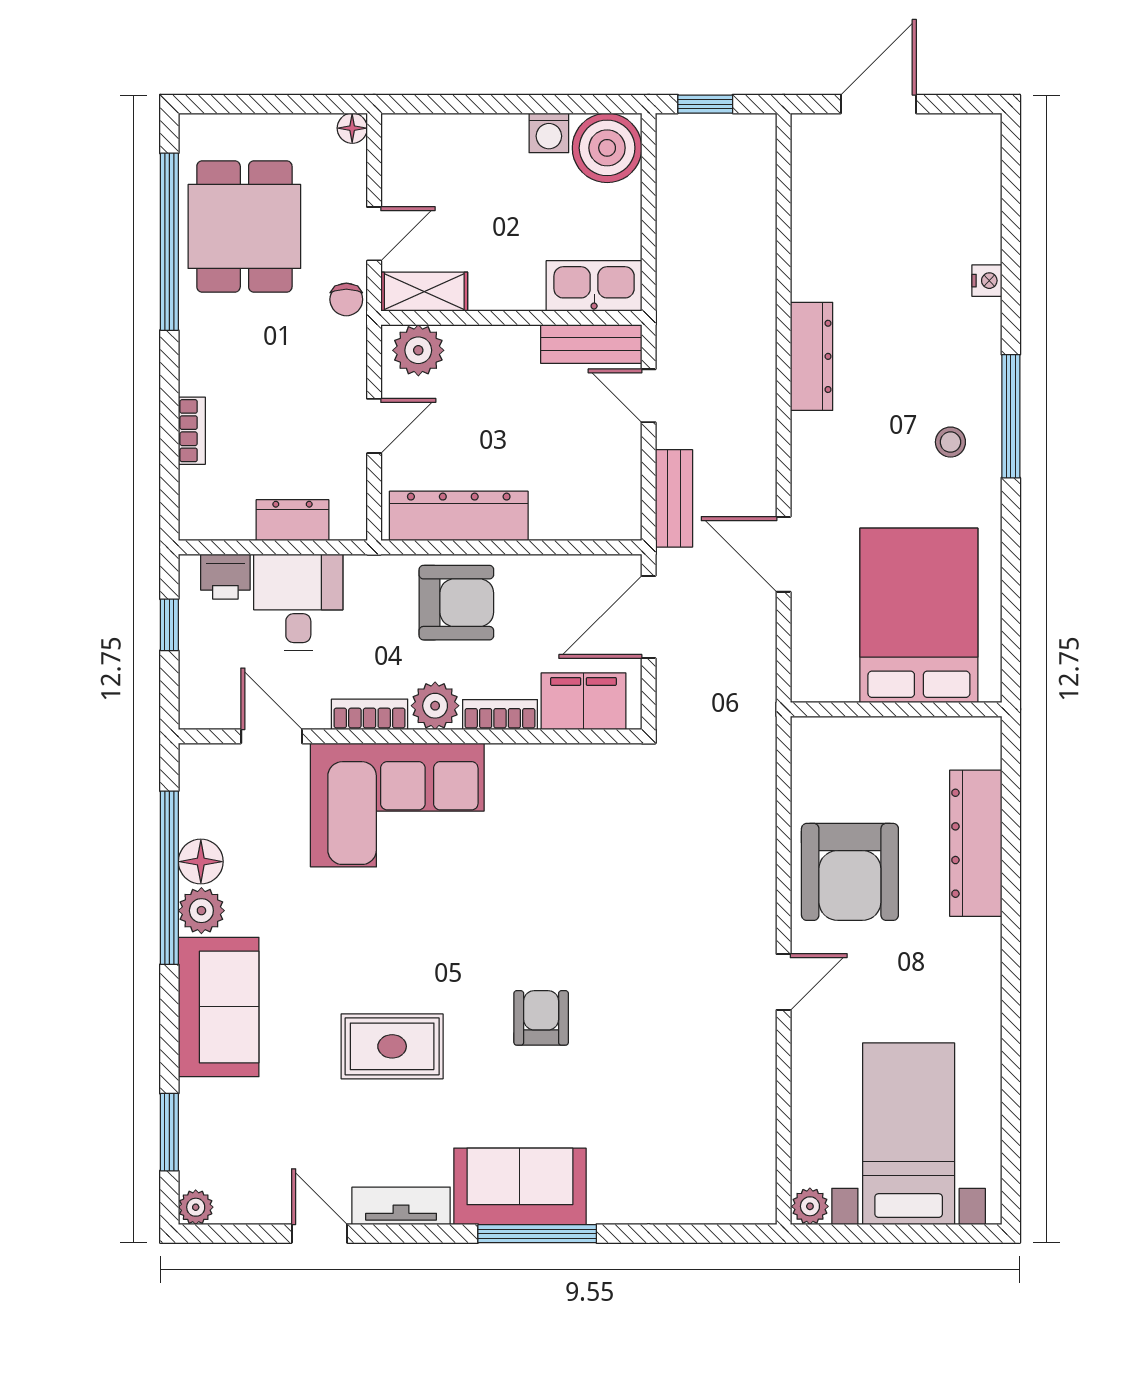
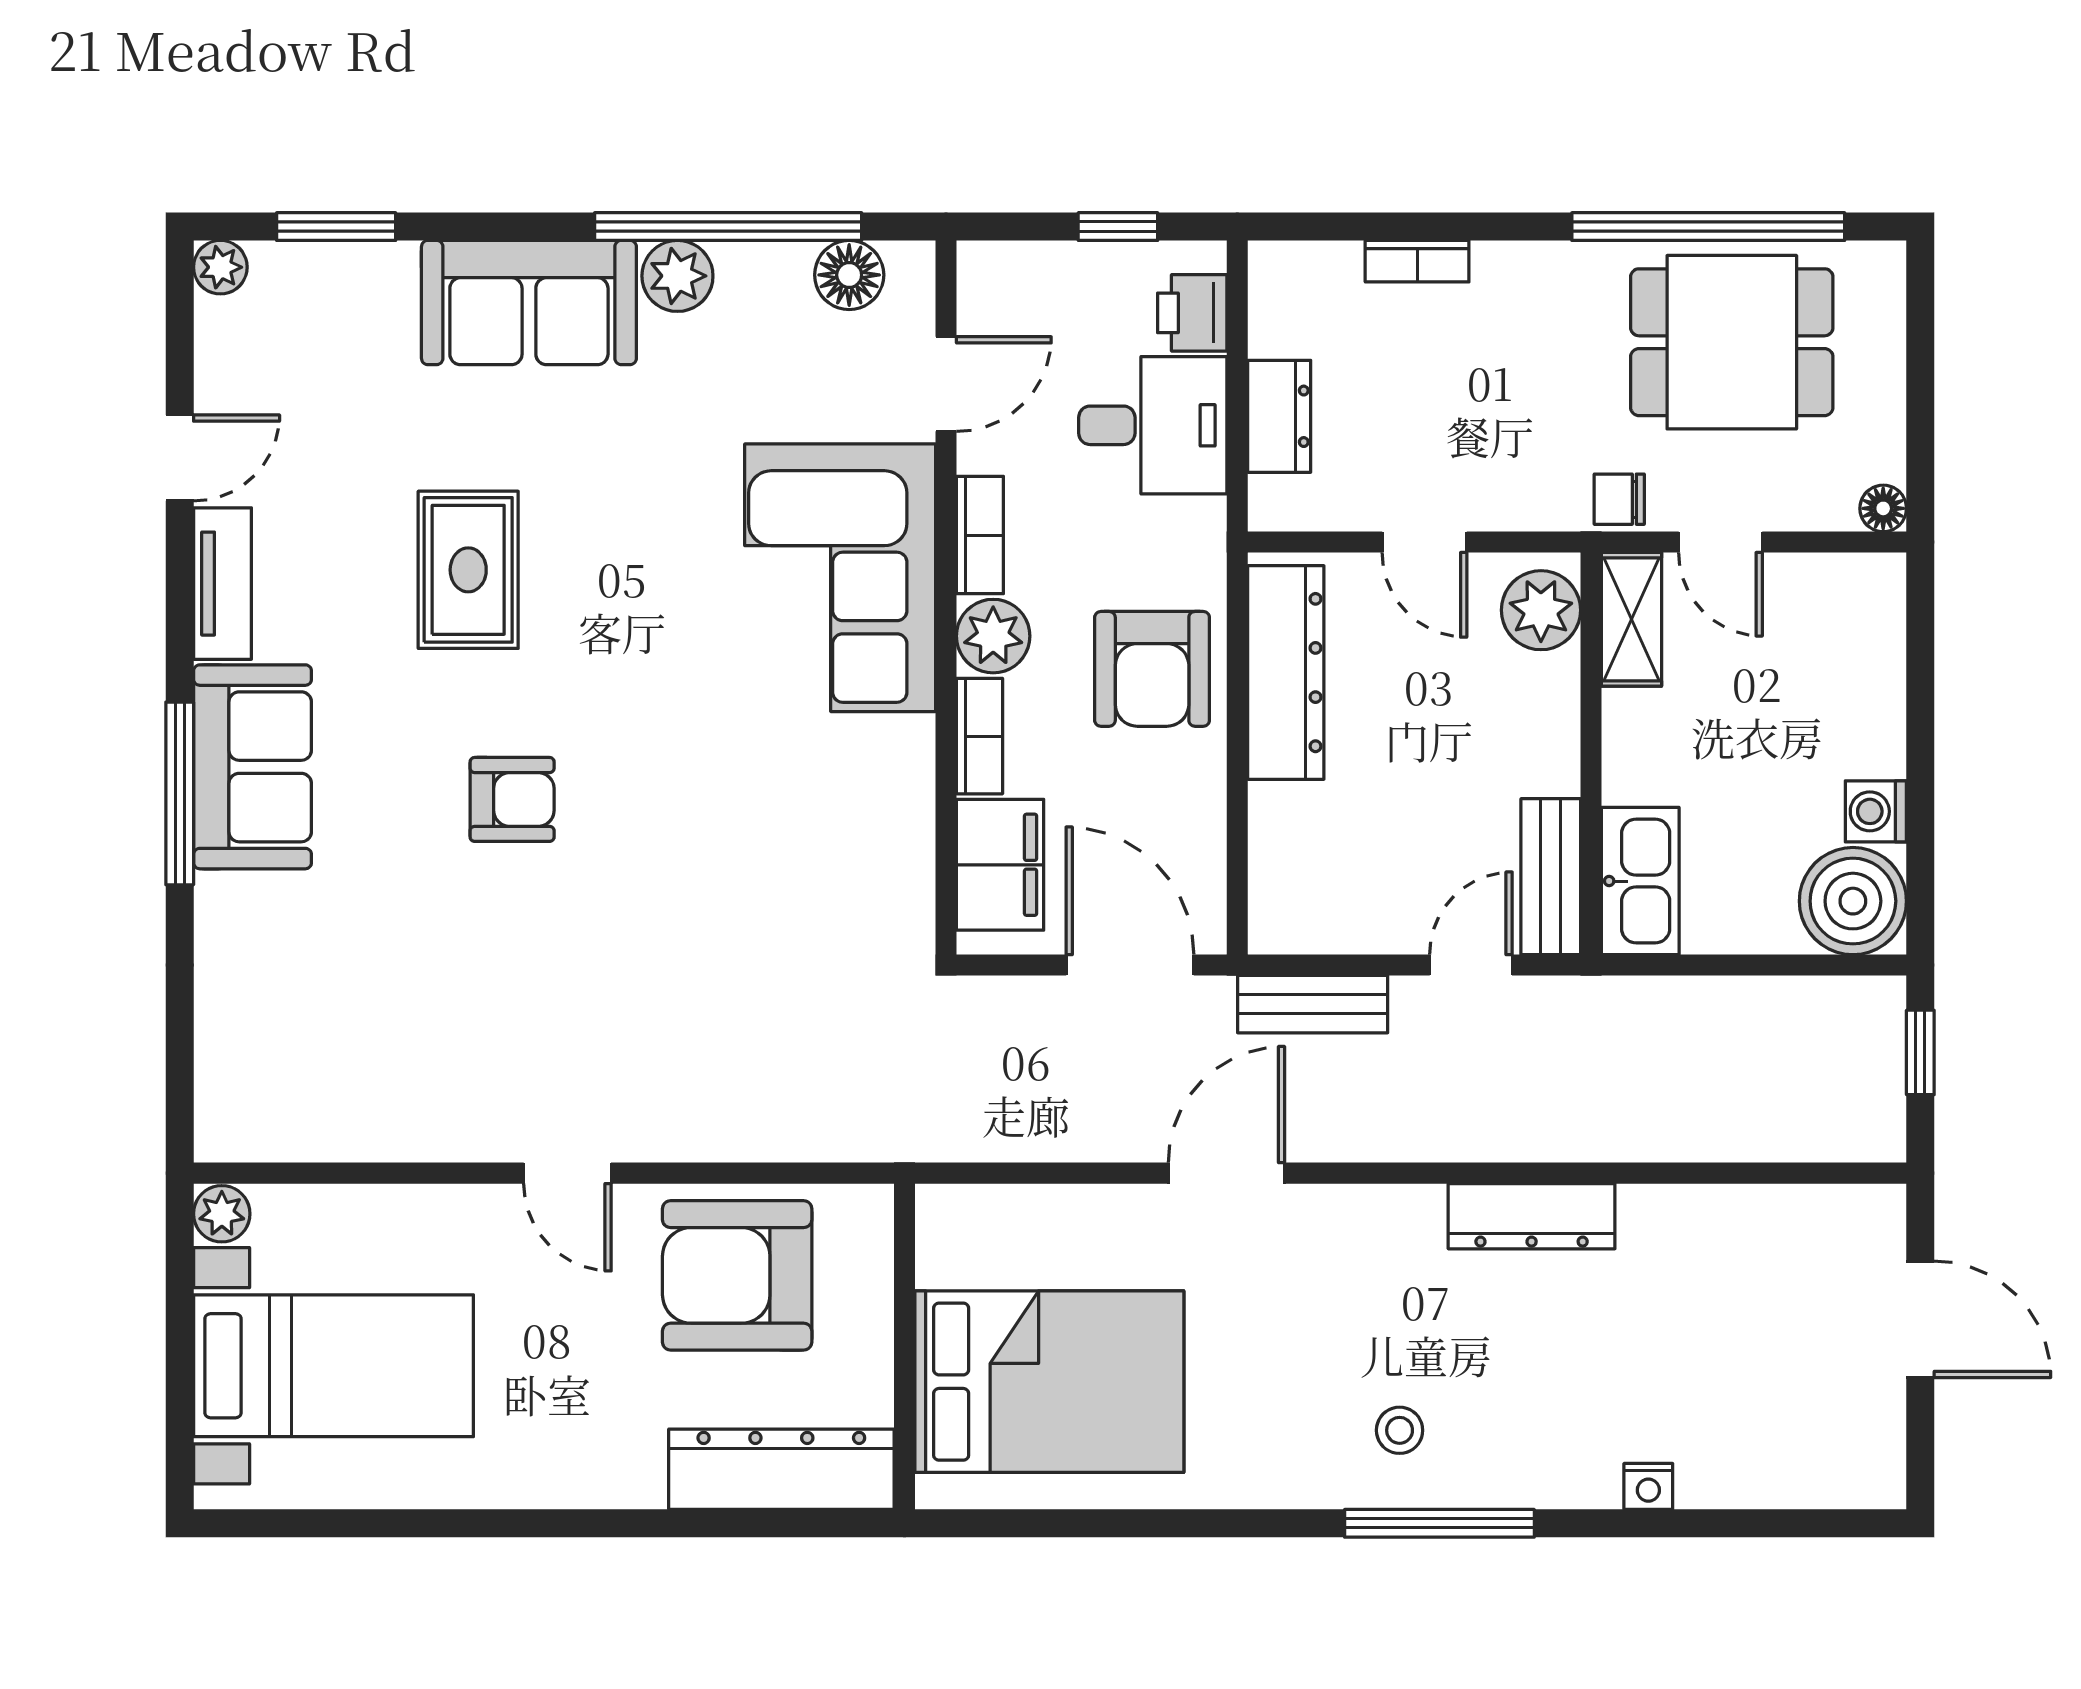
bed: (919, 615) -> (1049, 1382), moved
wall: (896, 709) -> (904, 1347), moved
floor lamp: (201, 862) -> (849, 275), moved

